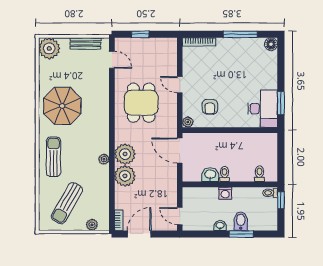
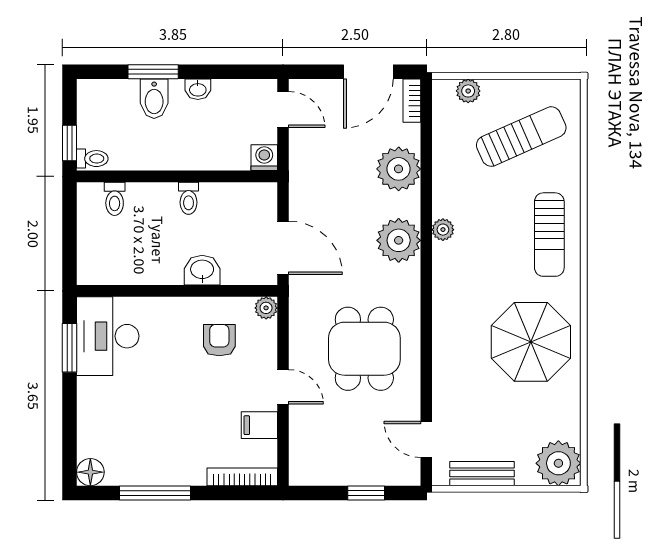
filing cabinet: (191, 66) -> (259, 425), added
washbasin: (210, 175) -> (202, 270), moved, turned 180
plant: (125, 176) -> (399, 169), moved
washing machine: (225, 193) -> (264, 158), moved
sun lounger: (67, 203) -> (521, 137), turned 36

